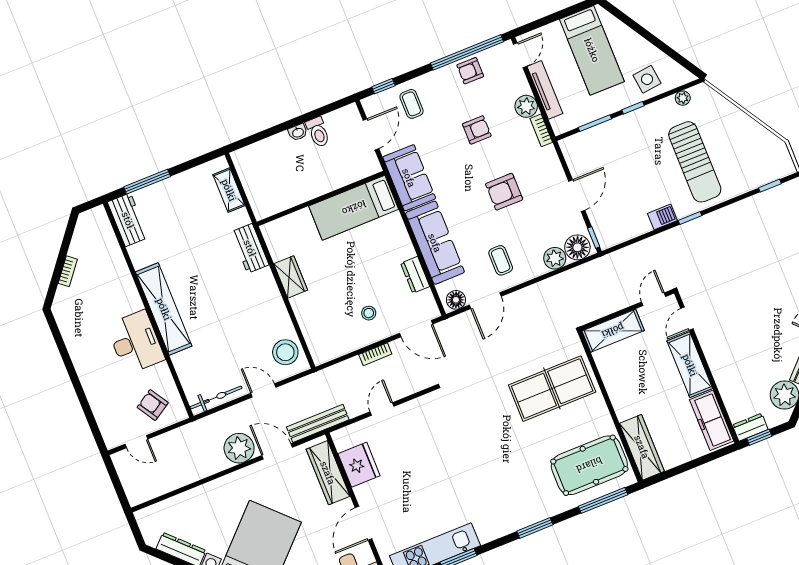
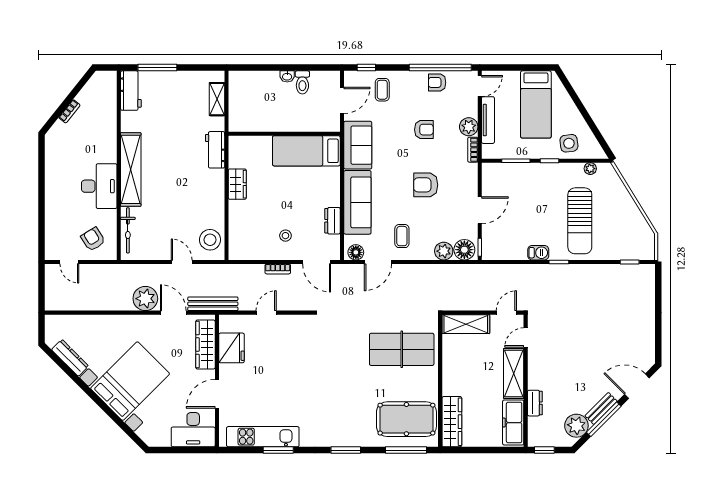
bicycle: (216, 397) -> (128, 230), moved, turned 90
dresser: (750, 427) -> (535, 403), moved, turned 90

